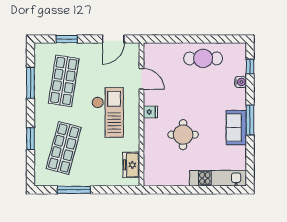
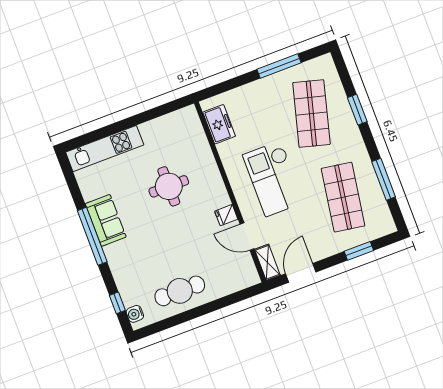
shelving: (134, 55) -> (267, 262), added
water cooler: (241, 82) -> (135, 314), moved
fridge: (150, 112) -> (226, 215), moved
window: (250, 120) -> (92, 236), width x1.46

